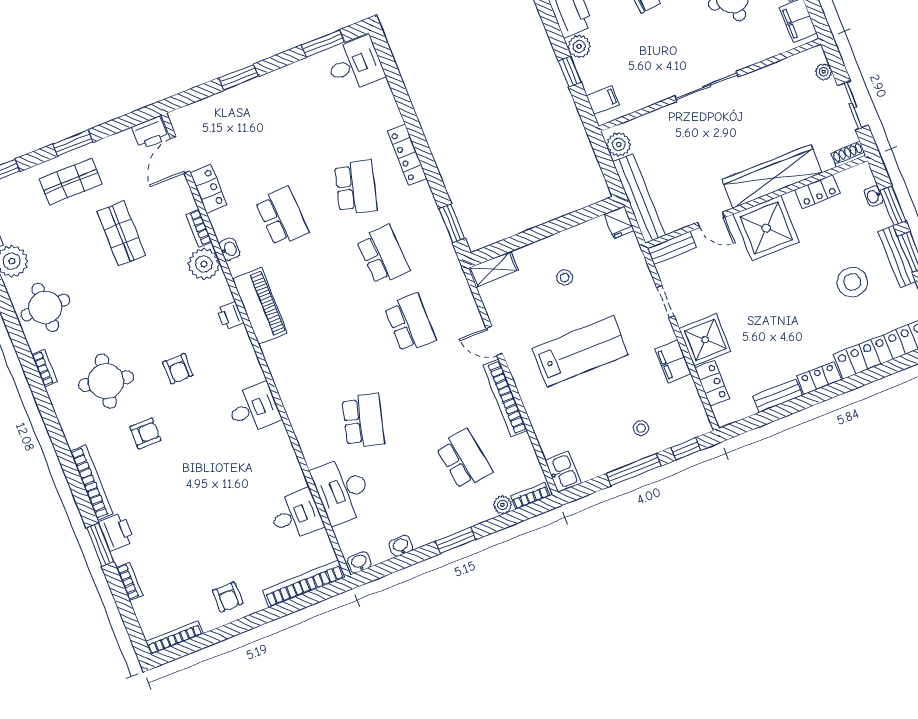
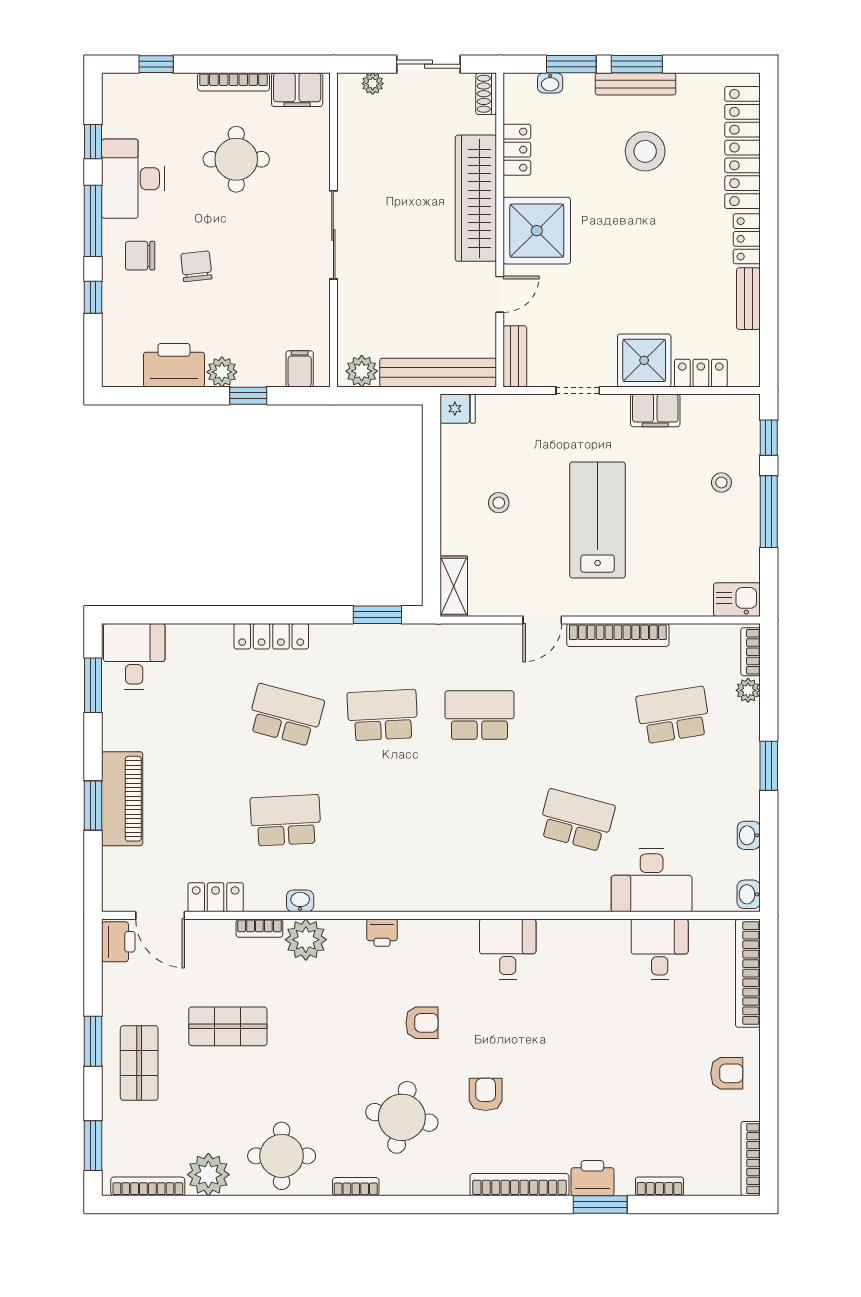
piano: (260, 306) -> (122, 799), moved, turned 90

